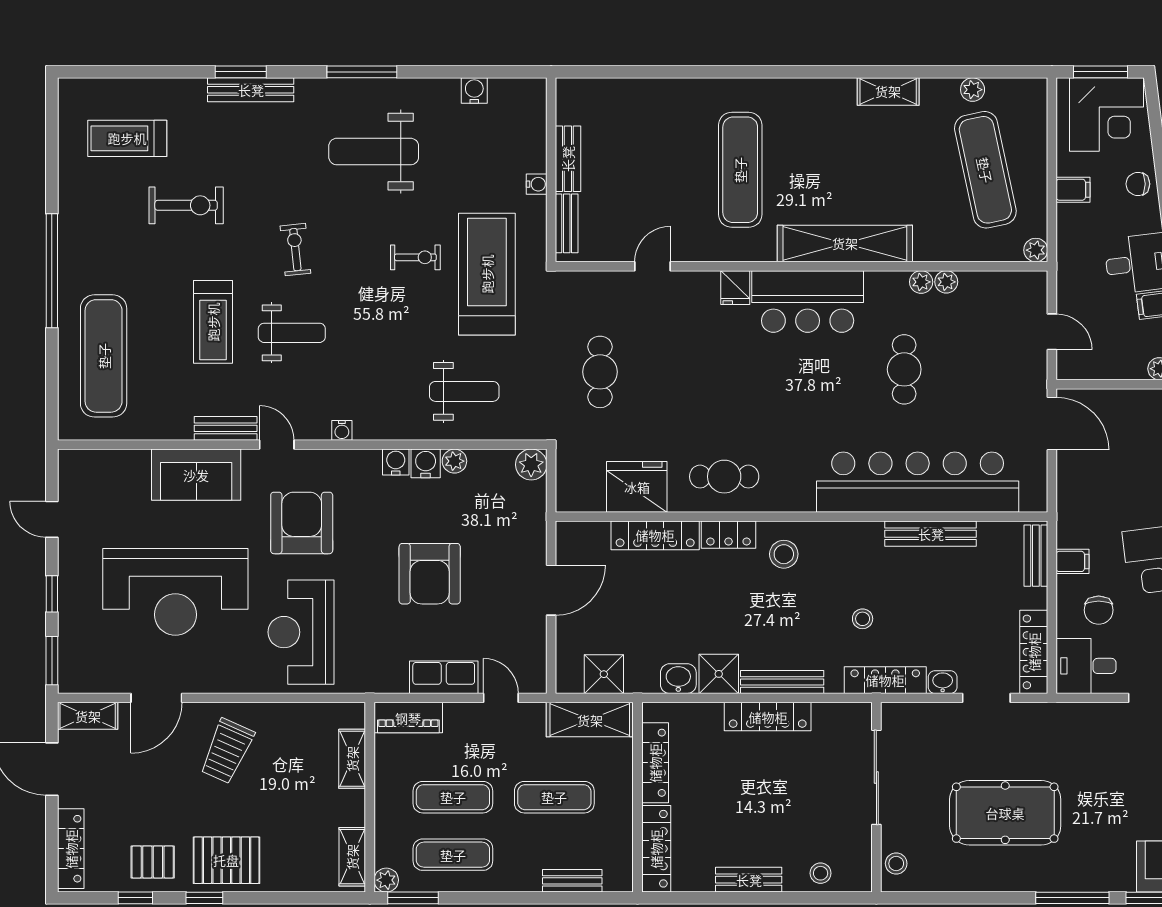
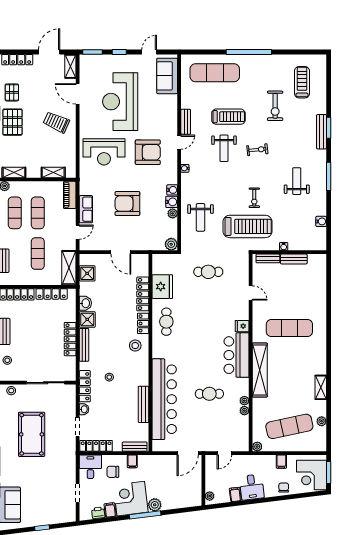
weight bench: (374, 152) -> (297, 181), width x0.73, depth x0.75
treadmill: (213, 322) -> (228, 117), turned 180
sofa: (196, 475) -> (167, 76), moved
reception desk: (301, 632) -> (104, 152), turned 180

